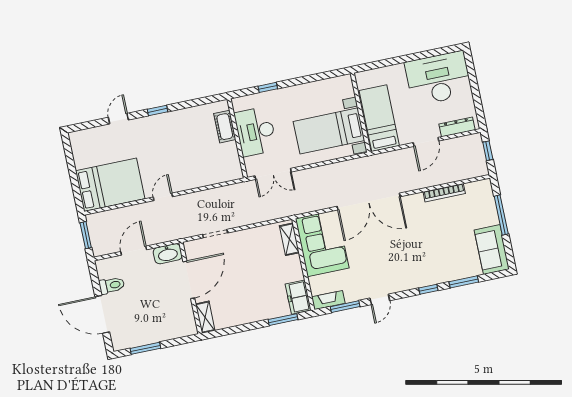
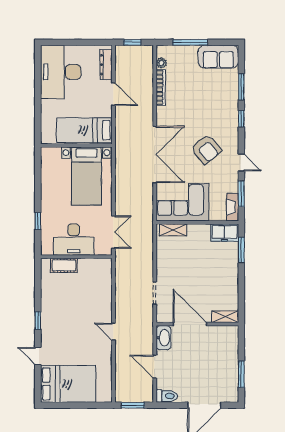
bed: (110, 185) -> (68, 384), moved, turned 90
plant: (472, 188) -> (161, 63), added
armchair: (386, 257) -> (206, 149), added
toilet: (112, 285) -> (167, 396), moved, turned 90

